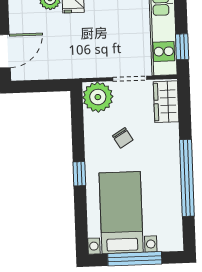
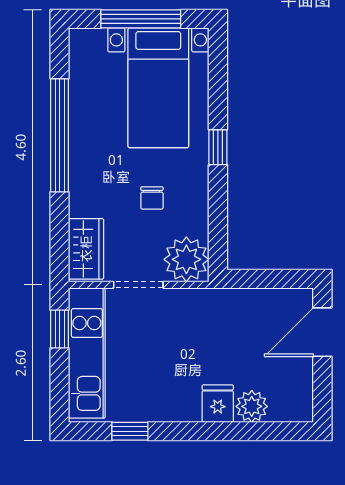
chair: (123, 138) -> (152, 198), turned -149

